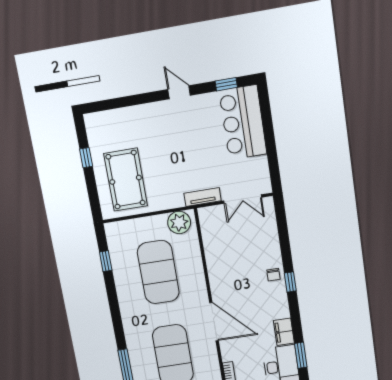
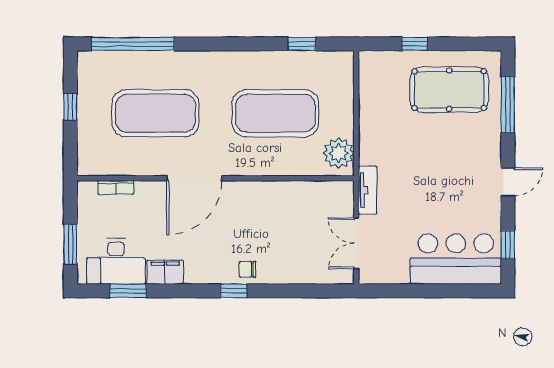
window: (122, 102) -> (508, 105), added
window: (86, 158) -> (415, 44), moved
pool table: (126, 180) -> (449, 90), moved

